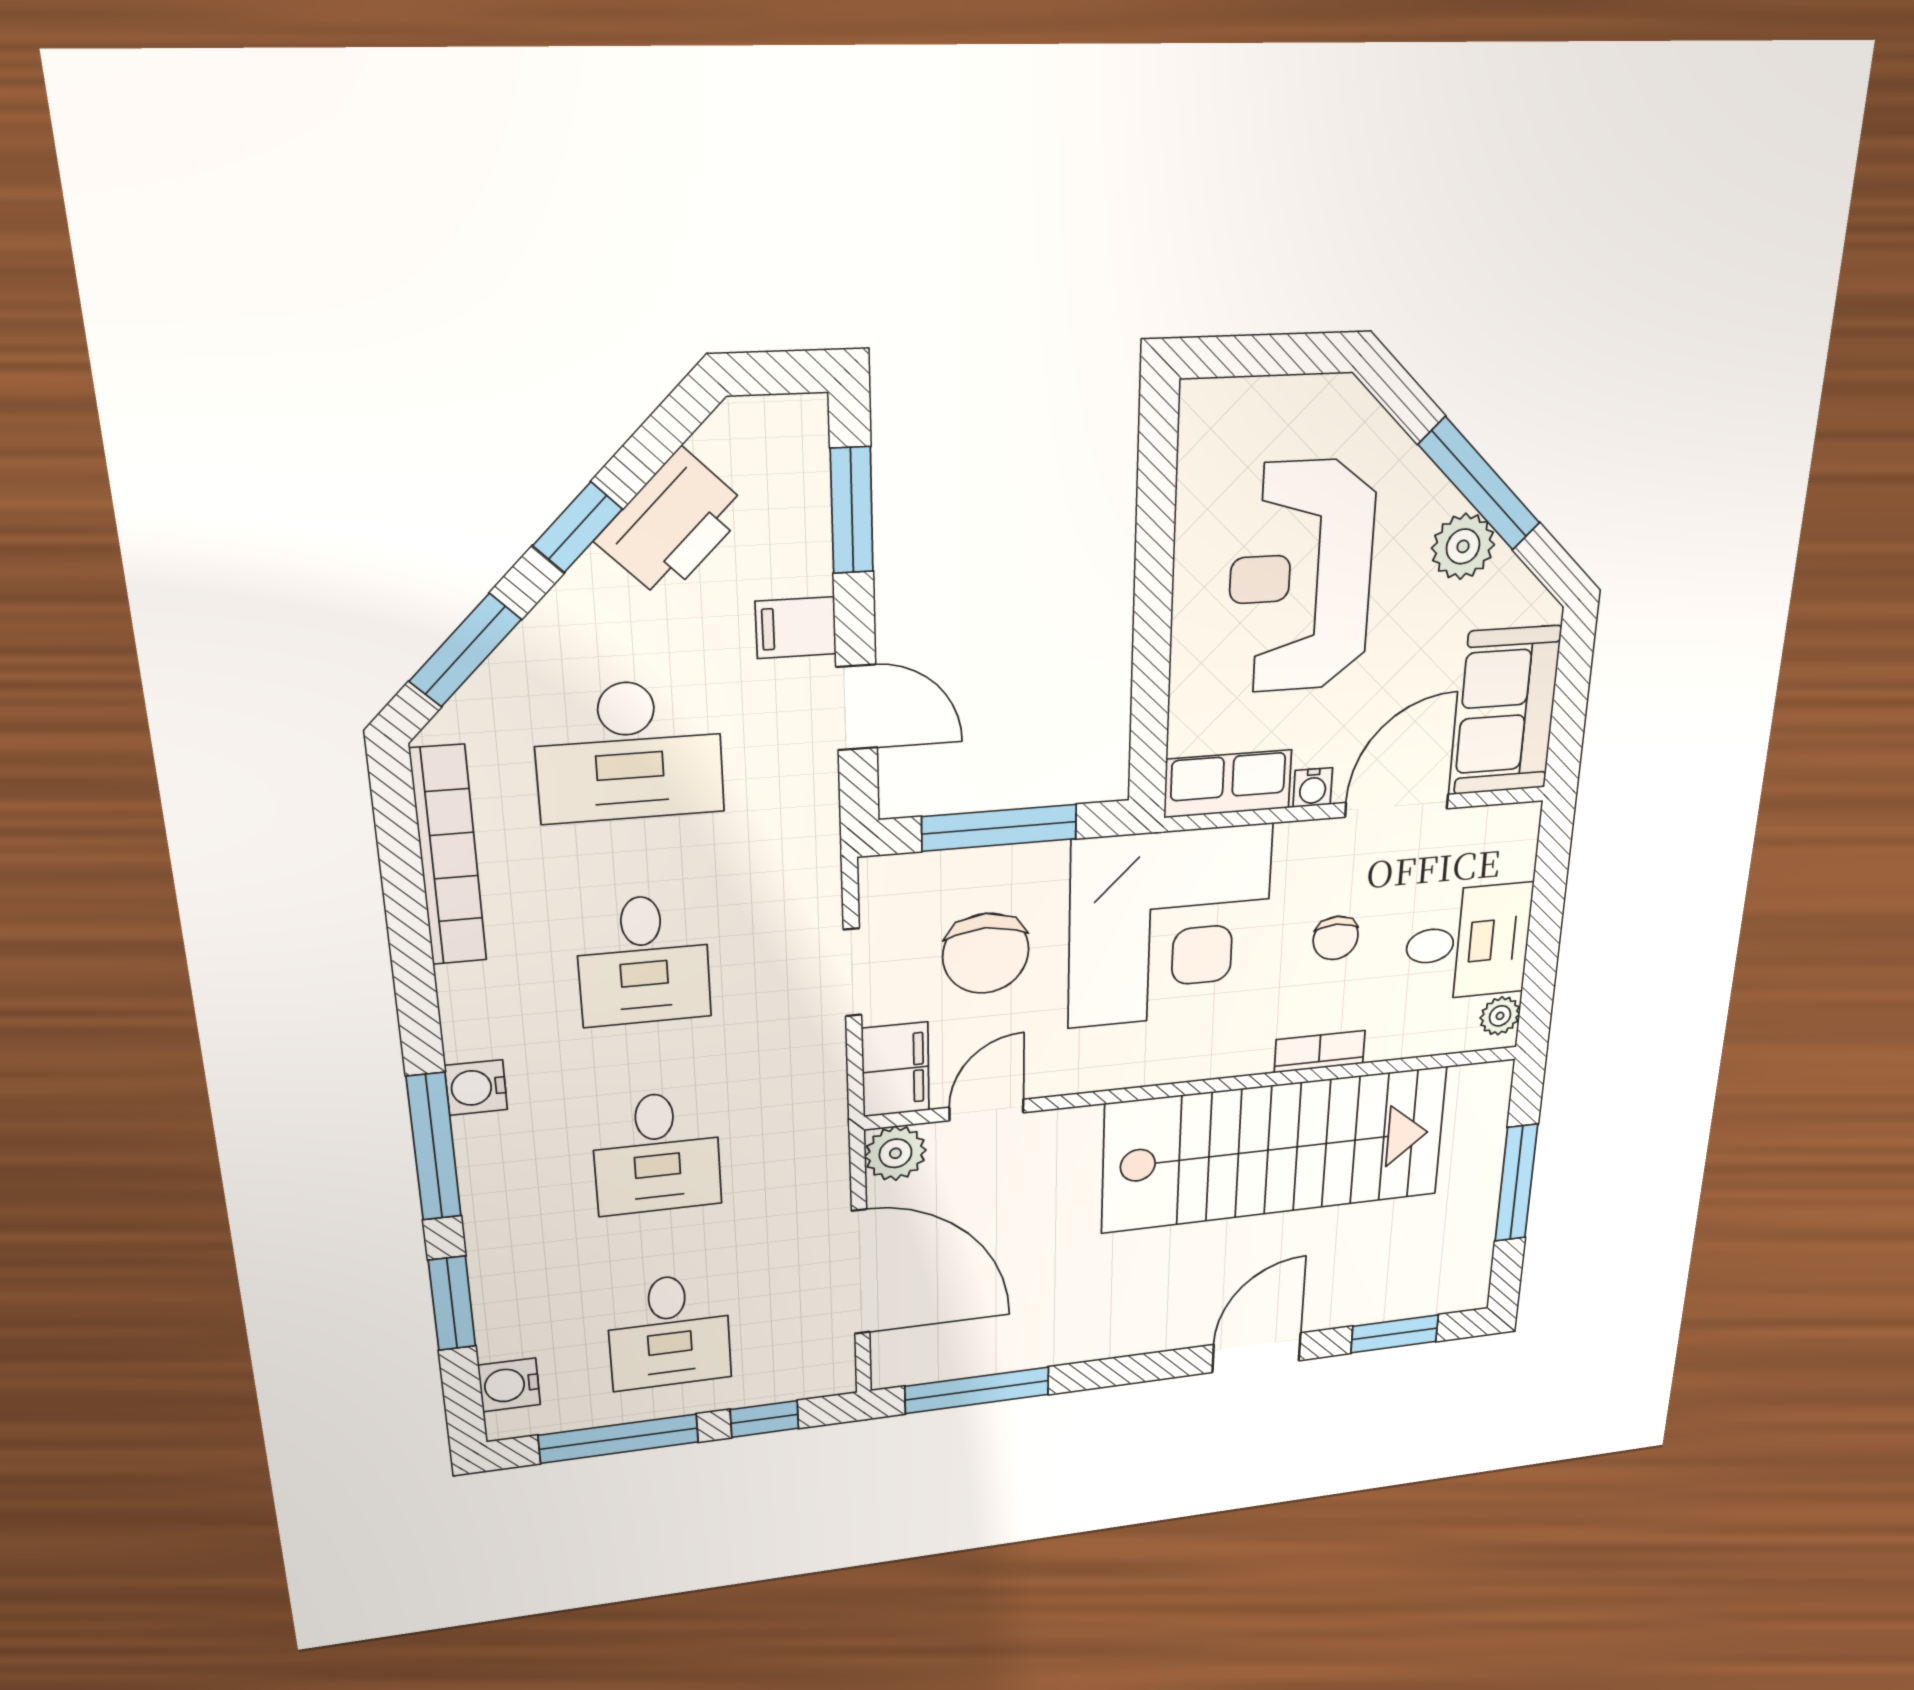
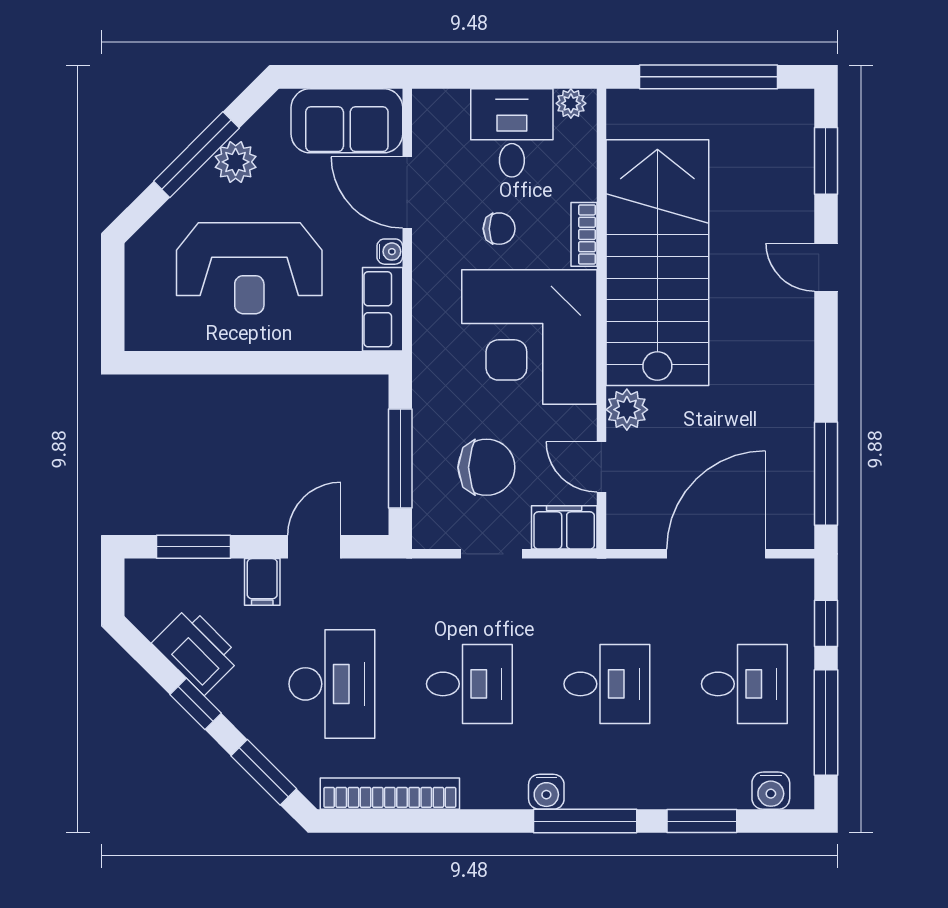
corner desk: (1170, 926) -> (529, 337), moved, turned 180
plant: (895, 1153) -> (627, 410), moved
window: (1516, 1183) -> (709, 77), width x1.46
door: (1257, 1353) -> (826, 267), width x0.73

